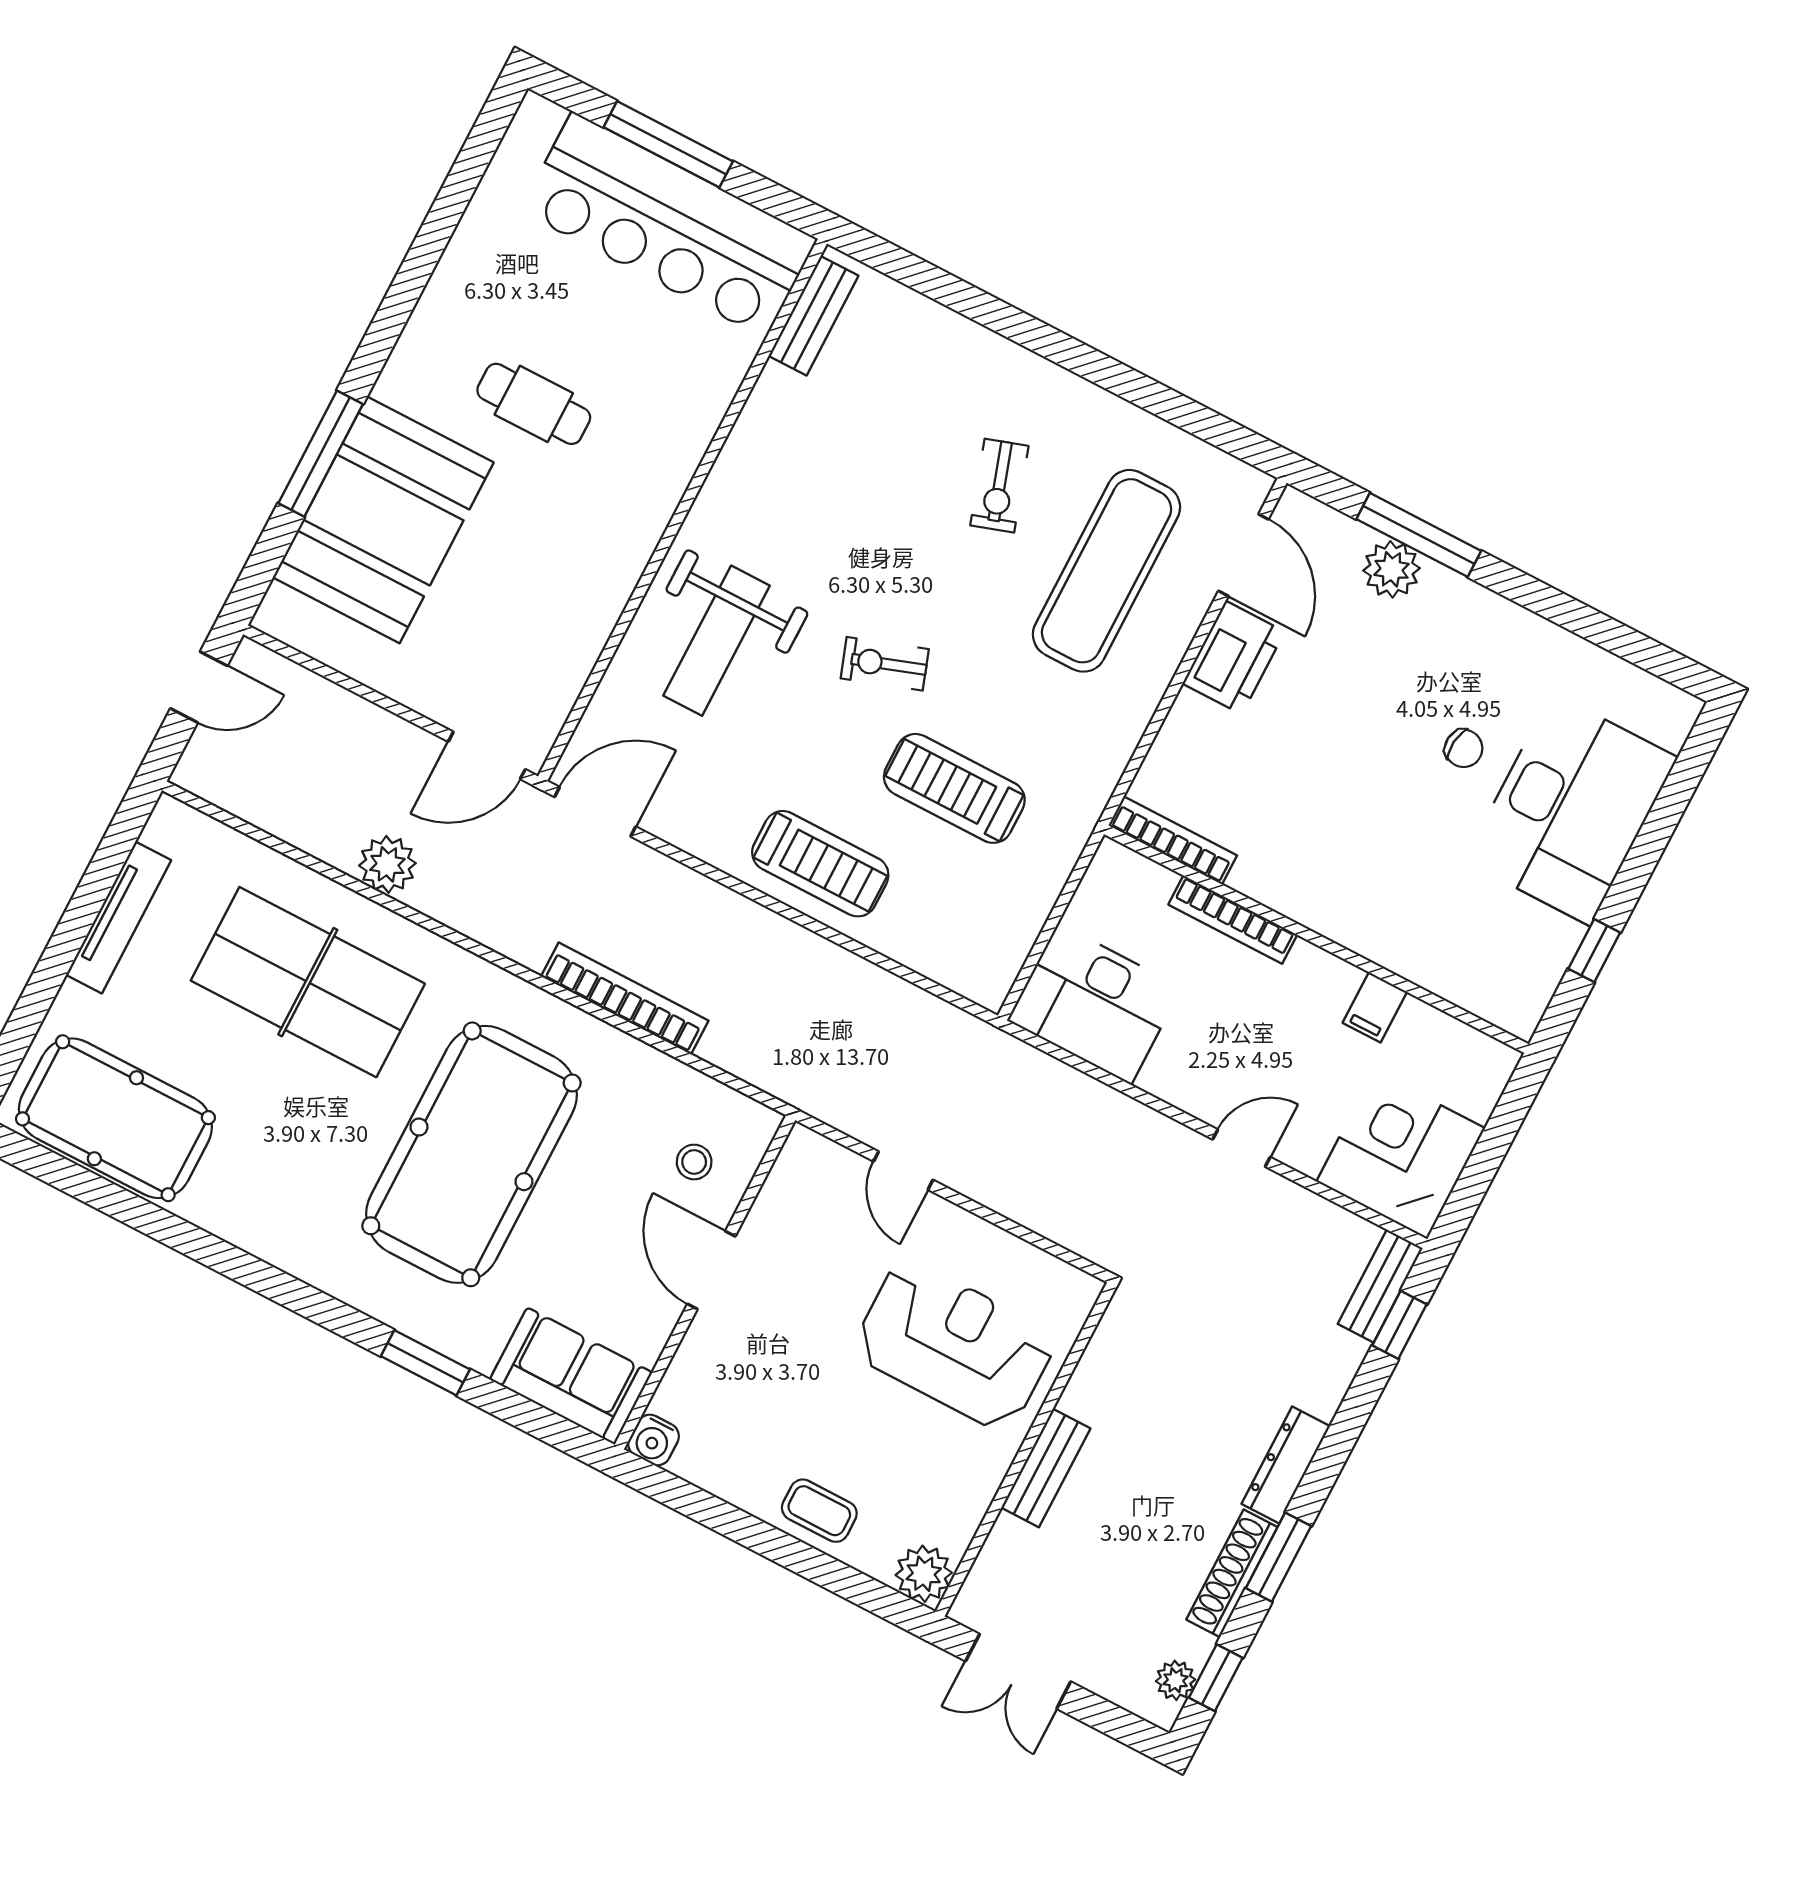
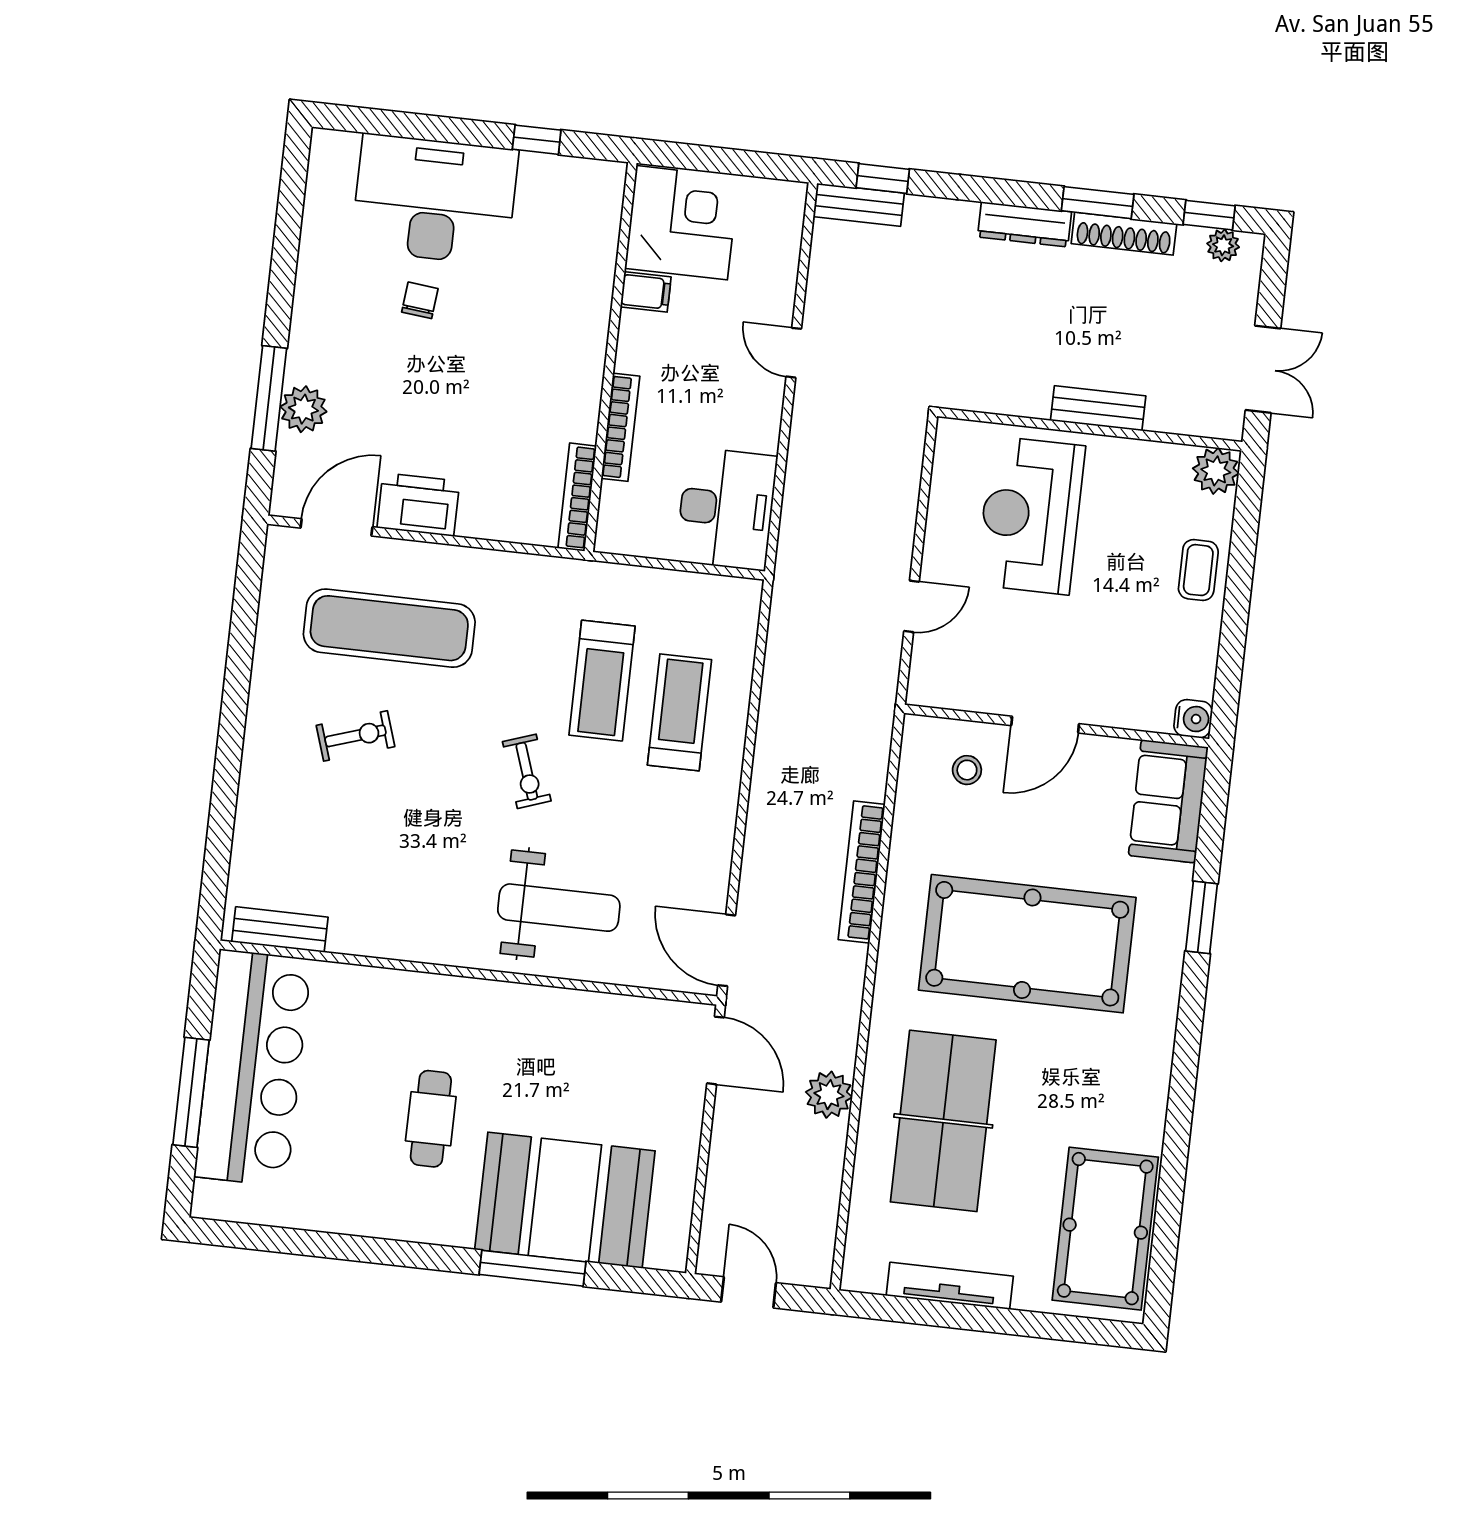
treadmill: (820, 864) -> (679, 712), moved
corner desk: (1401, 1155) -> (682, 223), moved, turned 180

